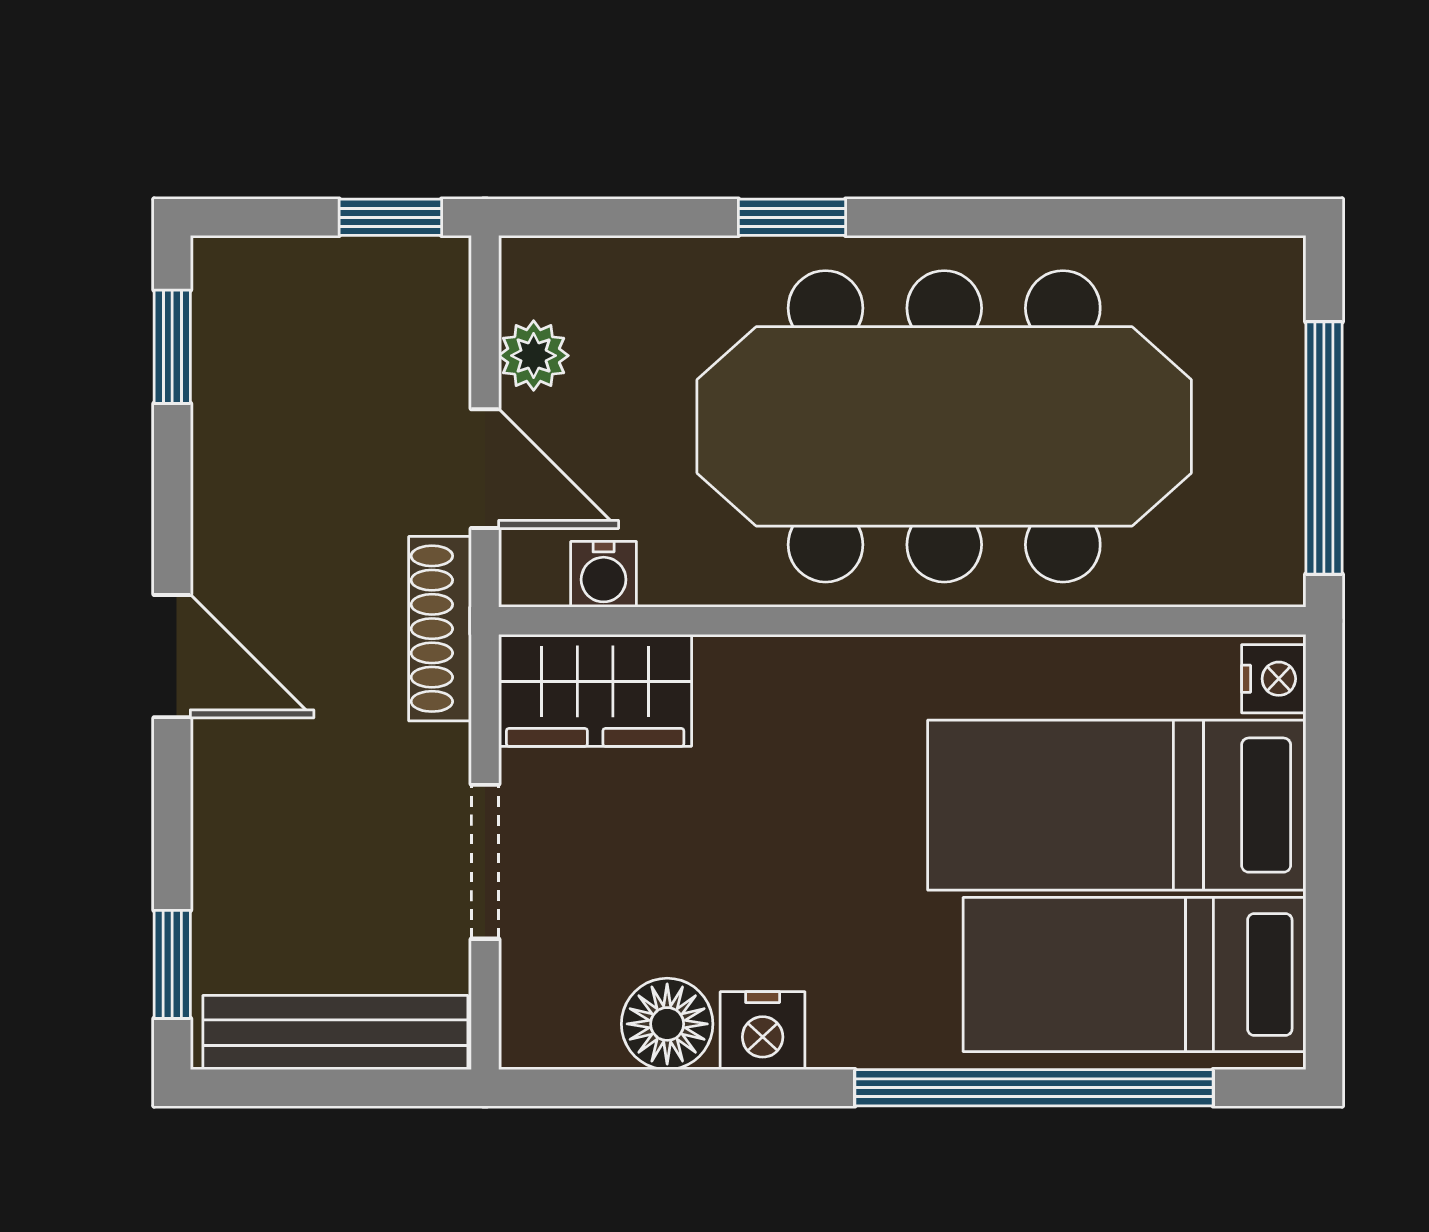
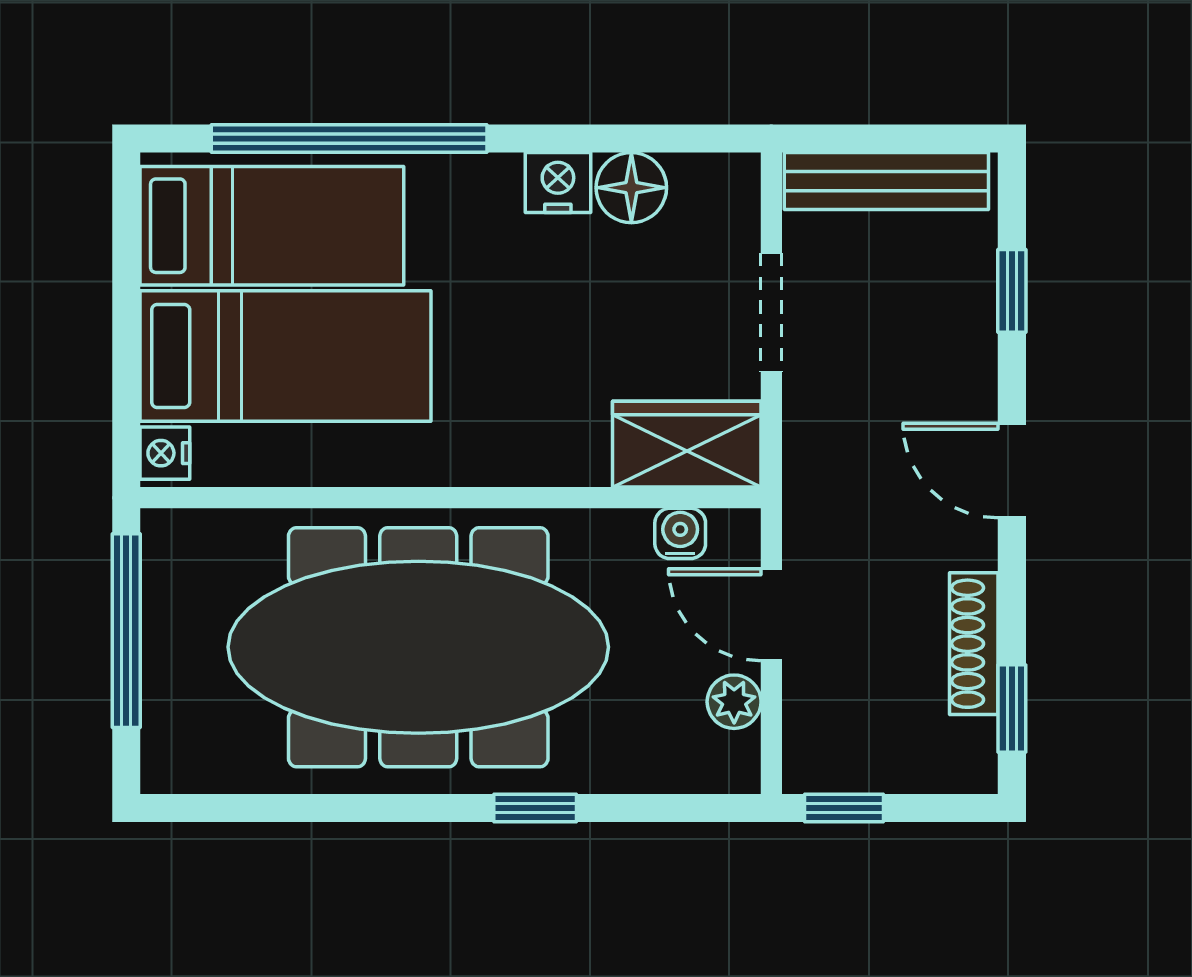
shoe rack: (440, 629) -> (974, 644), moved, turned 180
window: (172, 964) -> (1012, 291), moved

